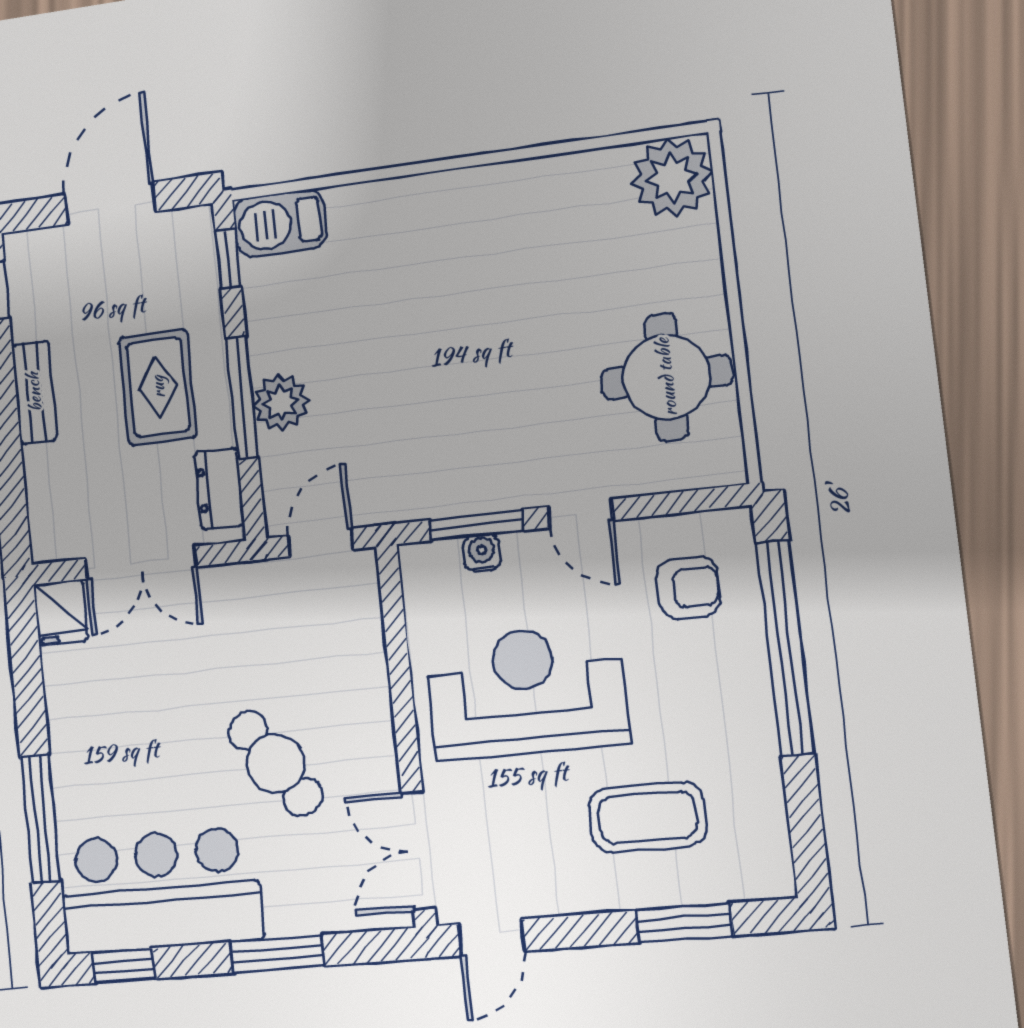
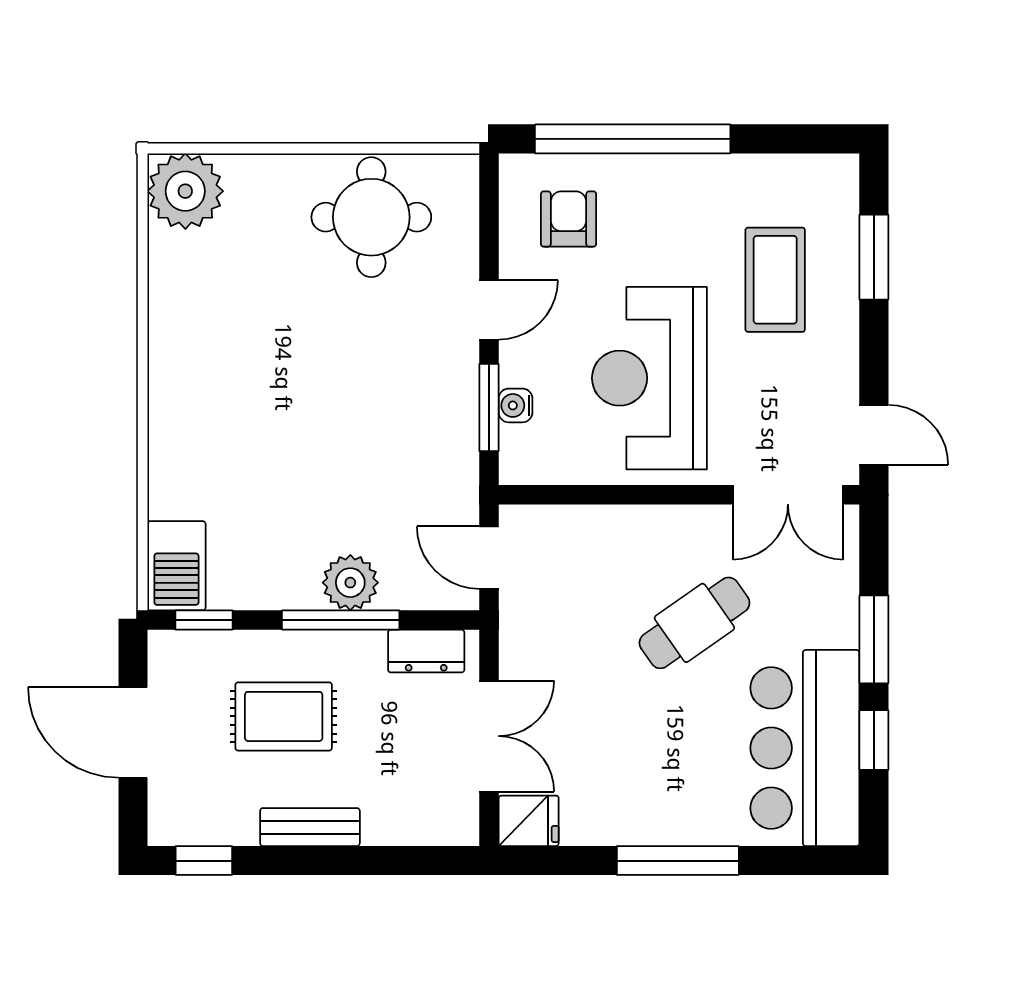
rug: (158, 387) -> (284, 716), moved
window: (40, 819) -> (678, 861), moved
window: (124, 965) -> (874, 740), moved

